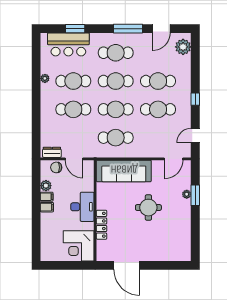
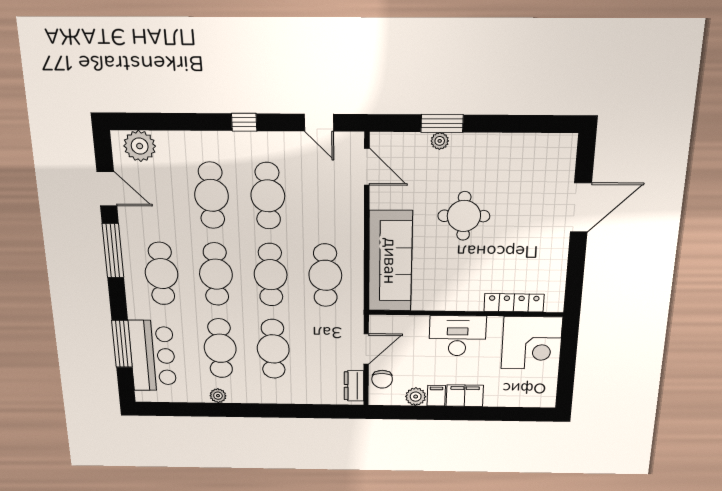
window: (75, 29) -> (122, 344), width x1.44
filing cabinet: (47, 207) -> (465, 396), width x2.00
locker: (102, 225) -> (514, 303), moved
door: (127, 265) -> (581, 207), moved

